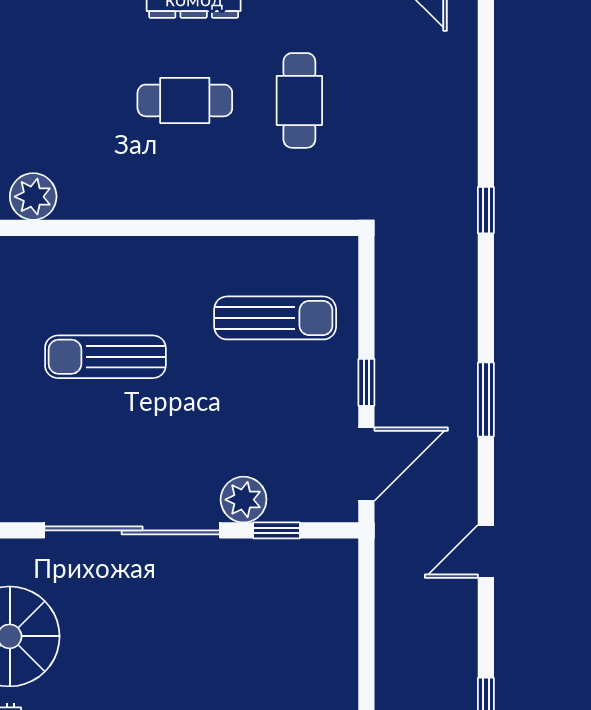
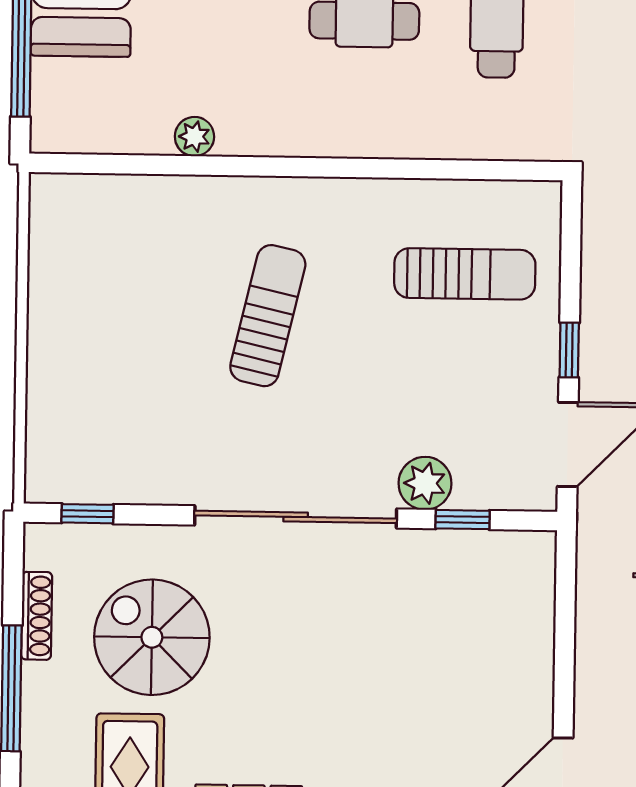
plant: (33, 197) -> (194, 137), width x0.73, depth x0.73
sun lounger: (105, 357) -> (268, 316), turned 103

